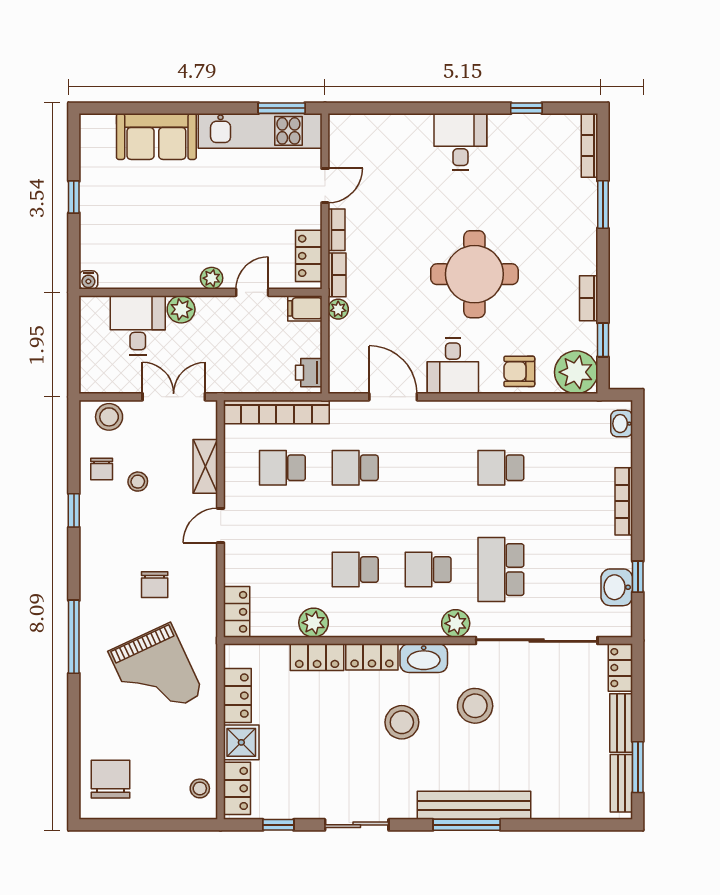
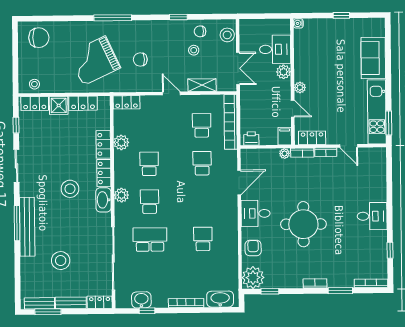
bookcase: (589, 298) -> (315, 283), moved
washbasin: (622, 424) -> (220, 299), width x1.91, depth x1.45
plant: (456, 623) -> (121, 195), moved
stool: (475, 706) -> (61, 261), moved

